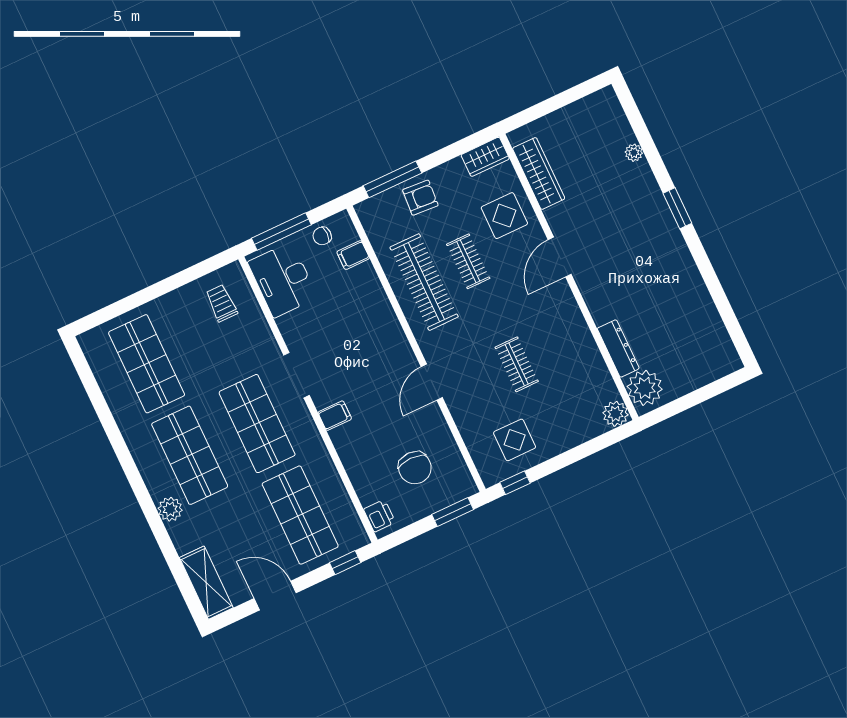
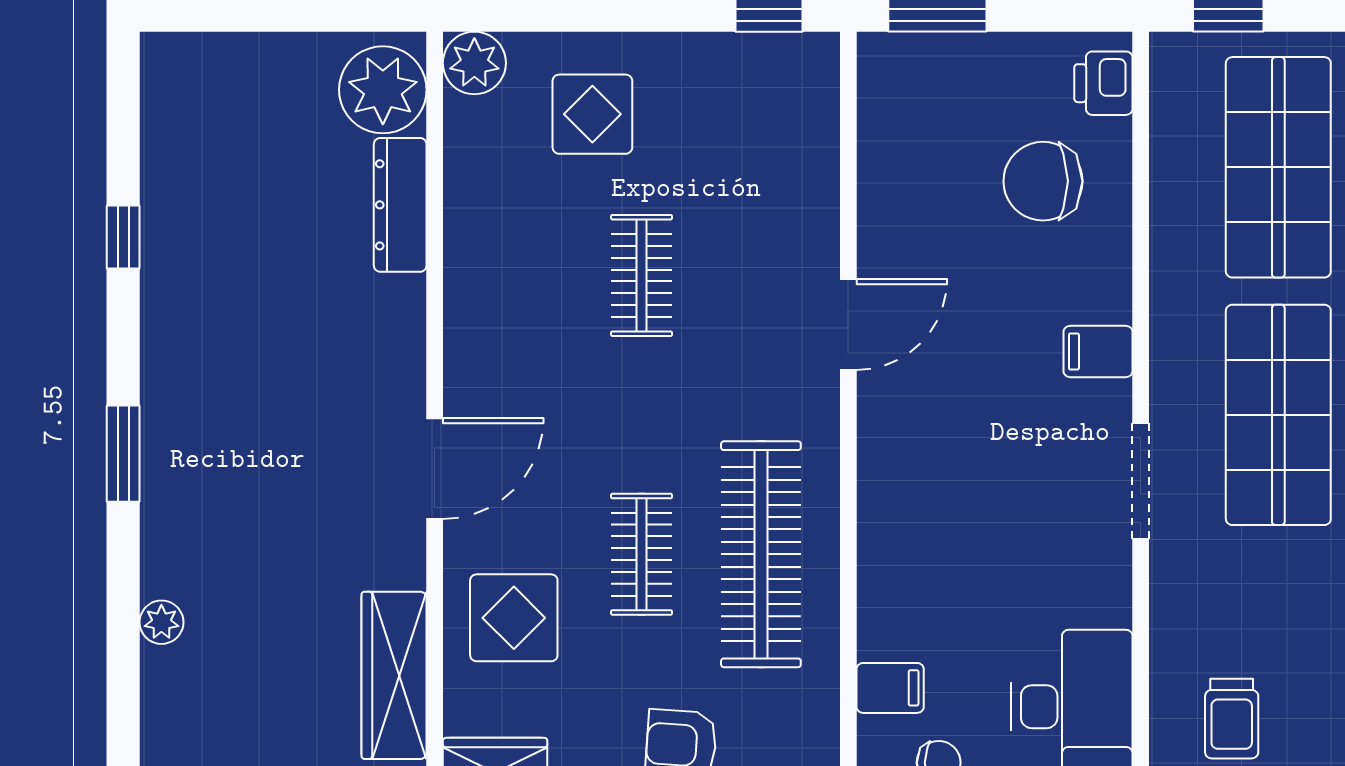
window: (715, 288) -> (123, 237), added
display table: (515, 440) -> (592, 114), moved
chair: (415, 468) -> (1043, 181), moved, turned -90

